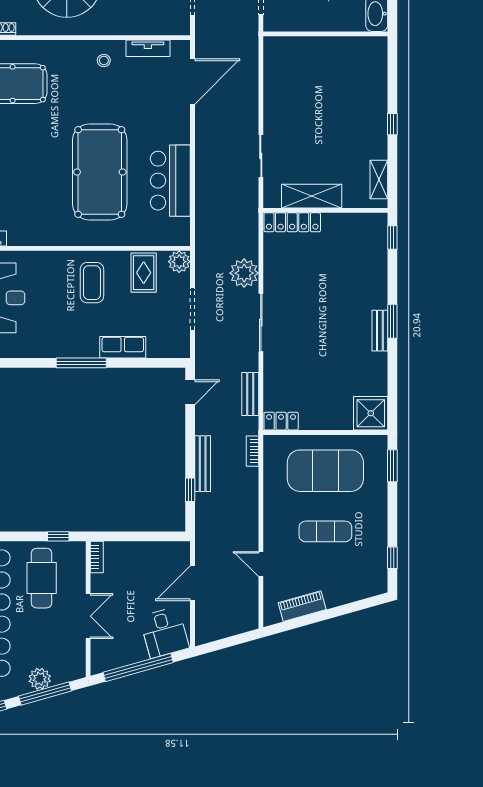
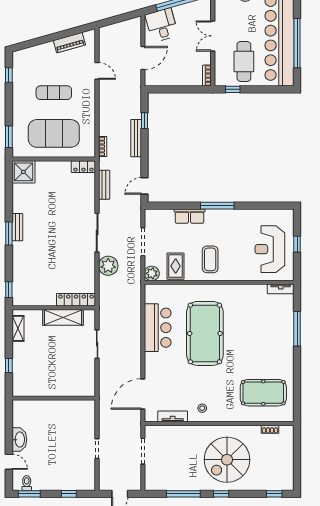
wall: (325, 34) -> (54, 398), moved

